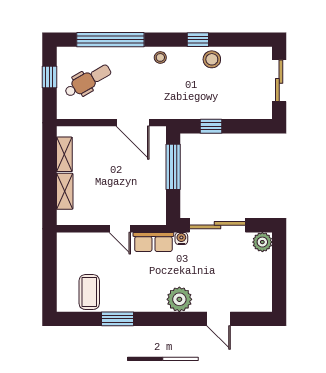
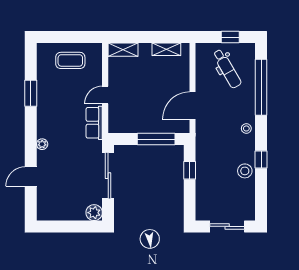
shelving: (65, 191) -> (123, 50), moved
water cooler: (181, 238) -> (97, 146), removed
coffee table: (89, 292) -> (70, 60), moved
plant: (179, 299) -> (42, 144), width x0.53, depth x0.53

